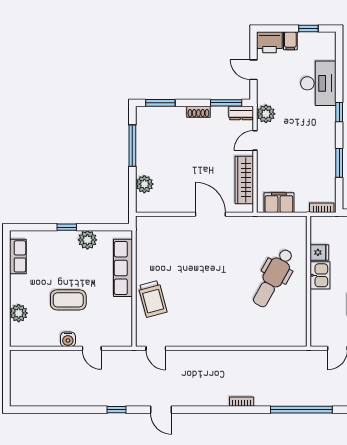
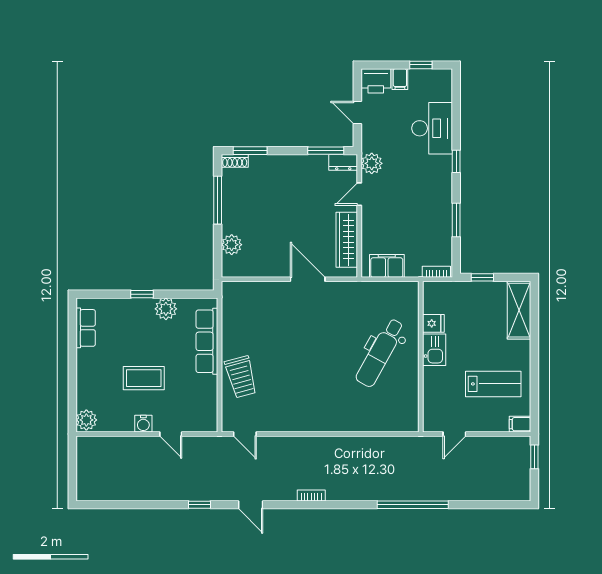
shoe rack: (198, 112) -> (235, 161), moved
plant: (19, 313) -> (86, 420), moved
bookcase: (242, 402) -> (311, 495), moved

